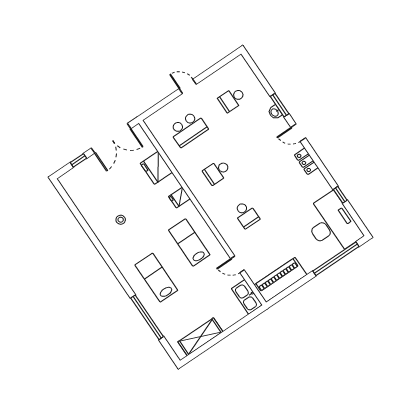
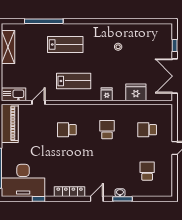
school desk: (188, 129) -> (147, 130), width x0.54
locker: (306, 161) -> (70, 192), width x1.53

